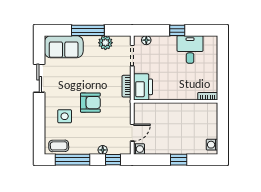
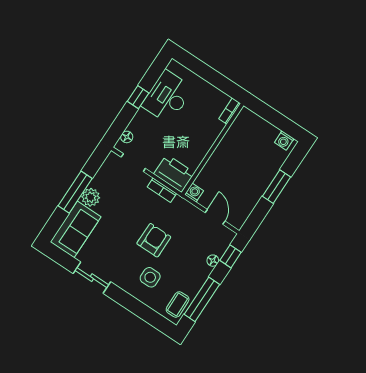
plant: (105, 43) -> (91, 197), moved
desk: (190, 49) -> (167, 97), width x1.37
washing machine: (139, 149) -> (194, 193), moved
window: (179, 160) -> (277, 187), width x1.50

